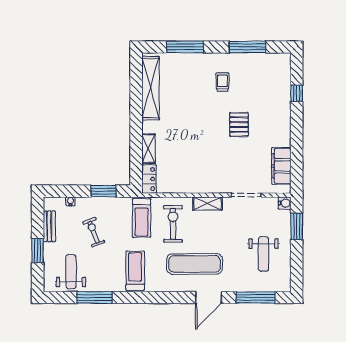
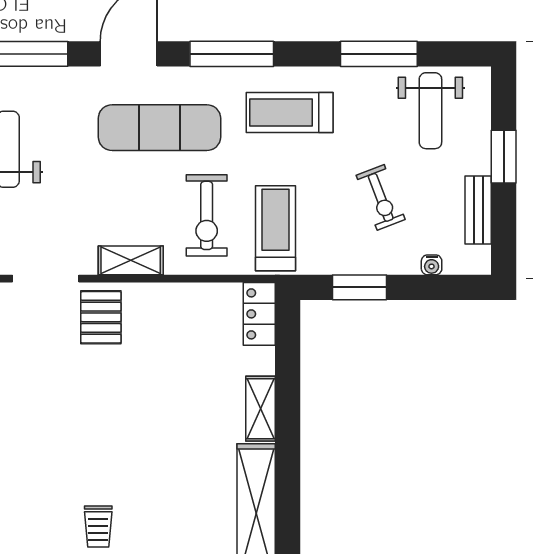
pallet: (239, 124) -> (101, 317), moved
shelving: (148, 149) -> (261, 409), moved
treadmill: (135, 271) -> (290, 113), turned 90
window: (162, 298) -> (232, 54), added

